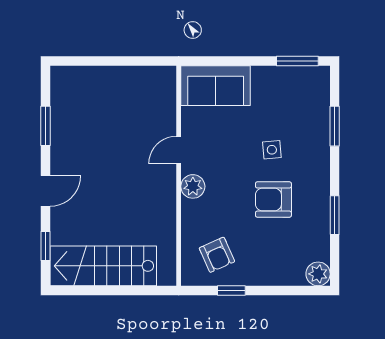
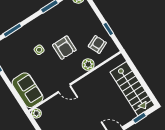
plant: (167, 75) -> (36, 113), added
plant: (193, 186) -> (88, 65), moved
armchair: (273, 200) -> (64, 48), moved

